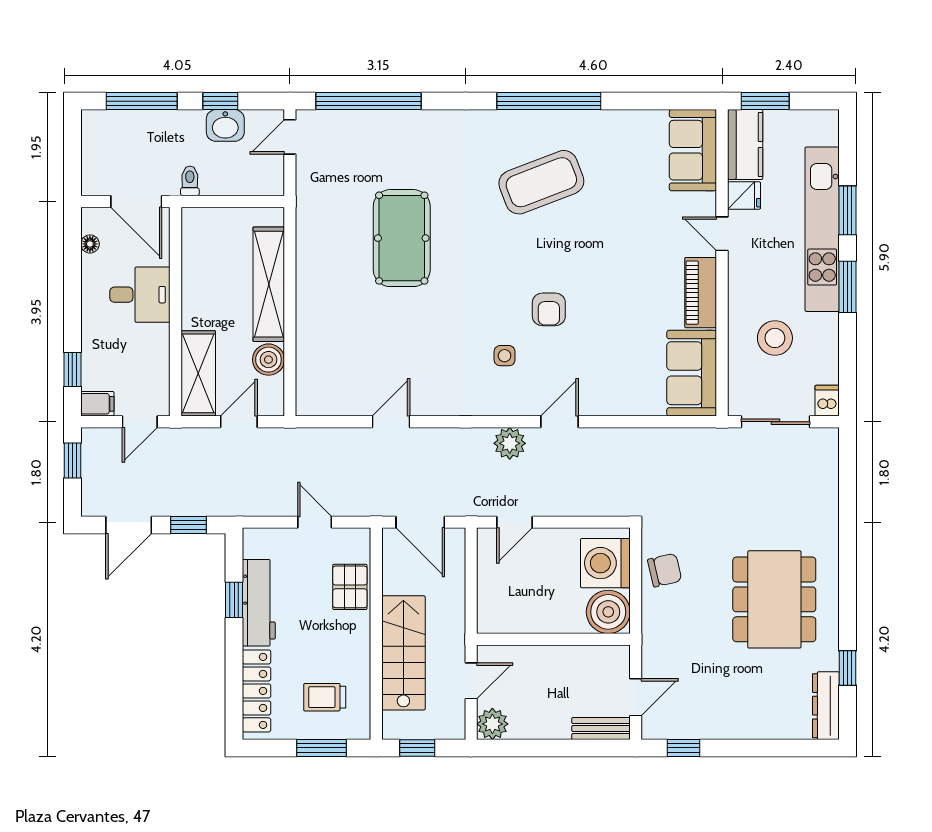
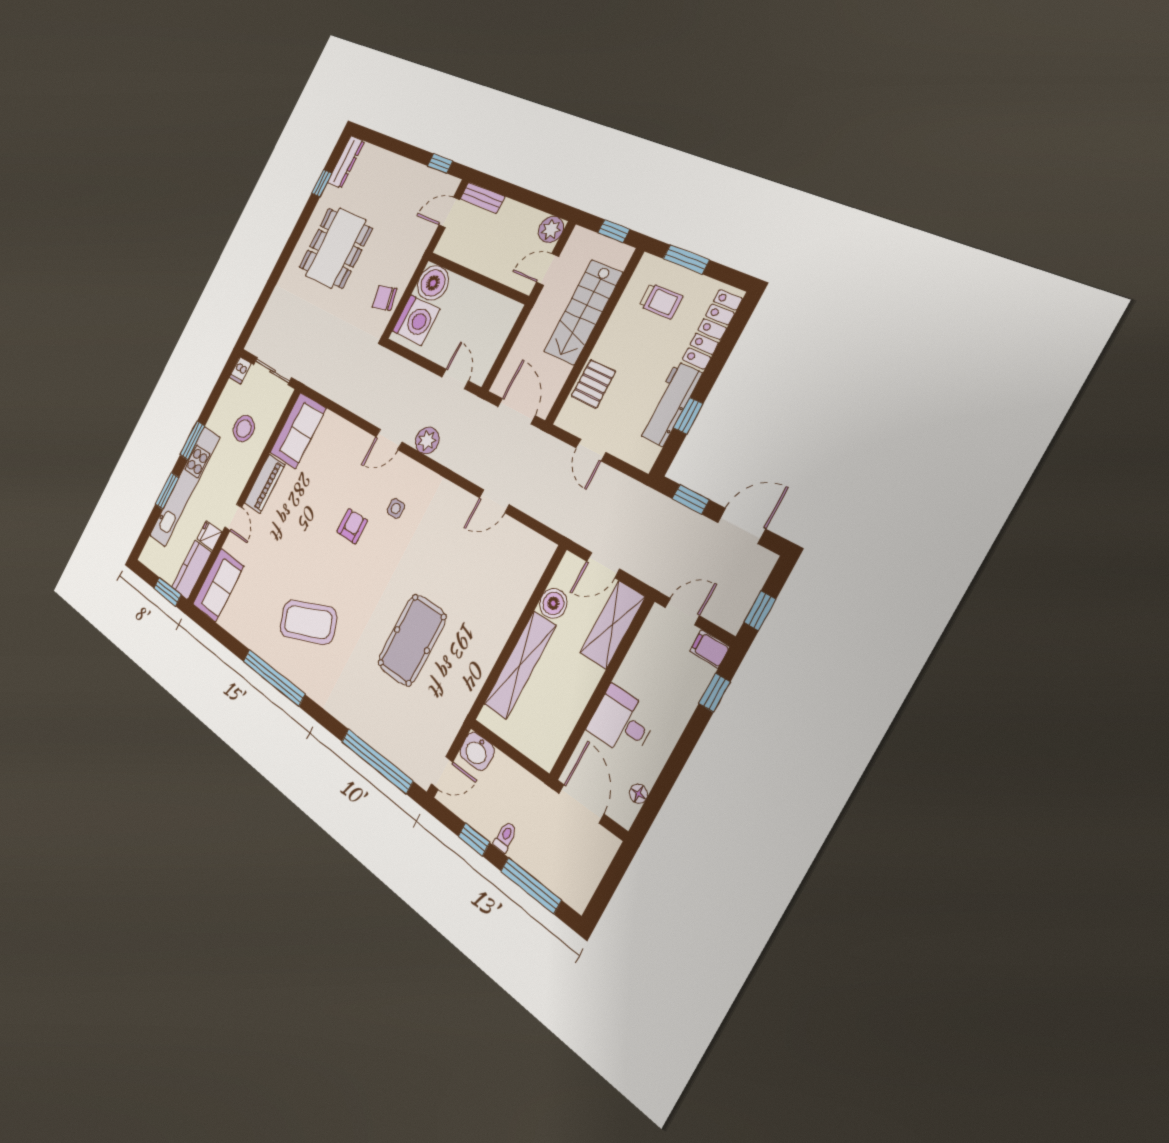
washbasin: (225, 125) -> (477, 751), moved, turned 180
toilet: (190, 181) -> (505, 837), moved, turned 180
door: (515, 522) -> (455, 379), hinge flipped

